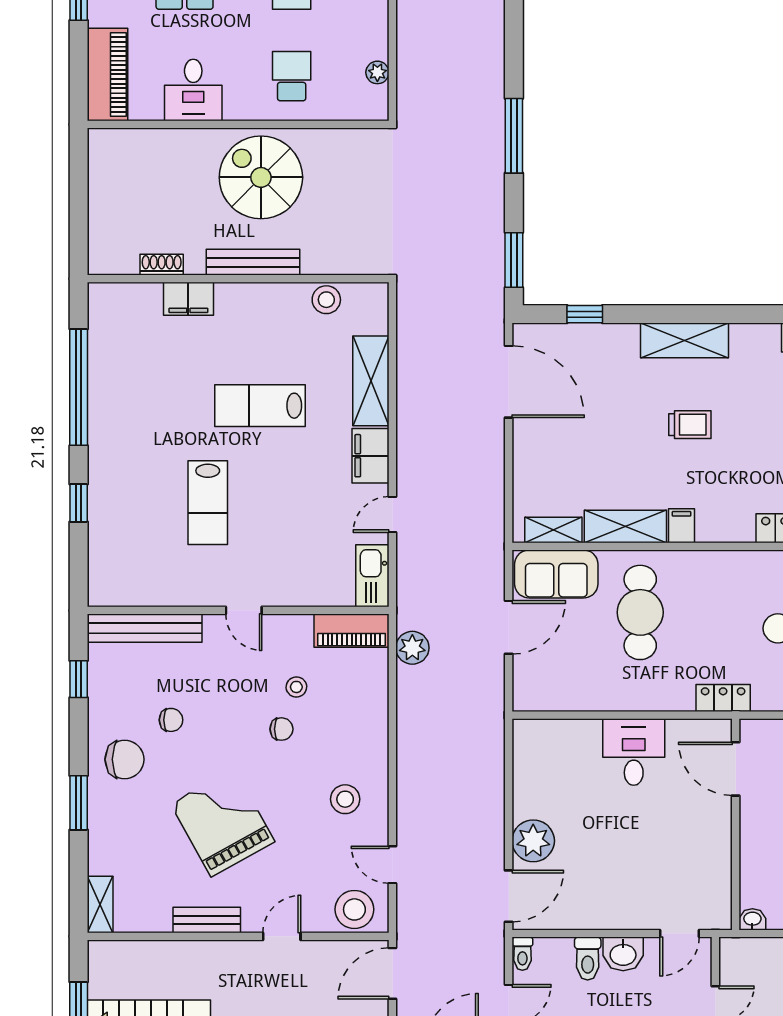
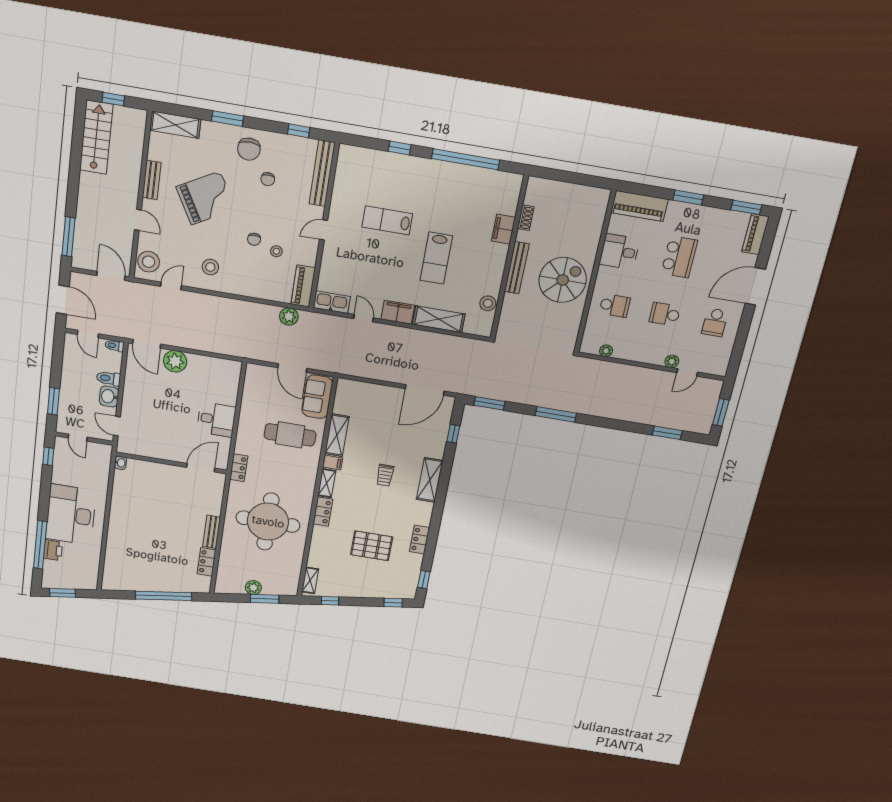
lab bench: (260, 406) -> (436, 258), turned 180
shelving: (553, 530) -> (327, 483), moved
shelving: (100, 905) -> (175, 125), width x1.50, depth x1.33

